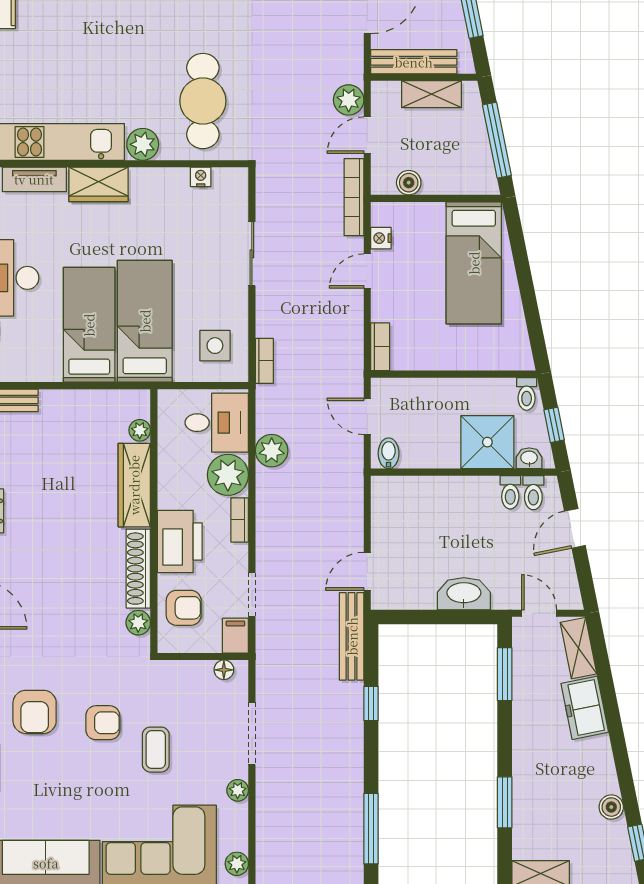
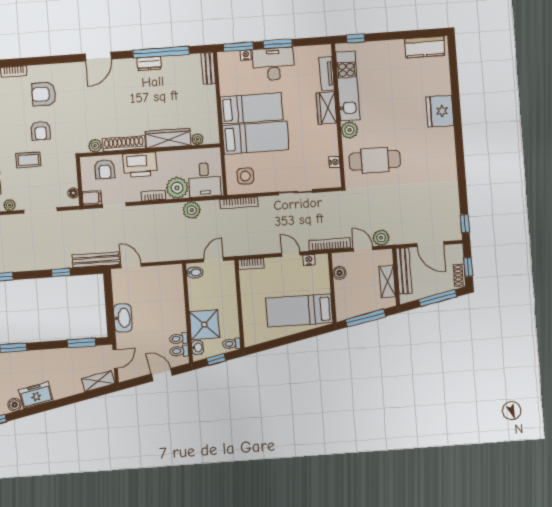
bookcase: (264, 361) -> (239, 203), width x1.56
freezer: (585, 708) -> (36, 395), moved

